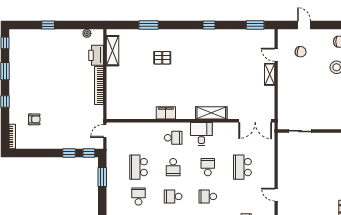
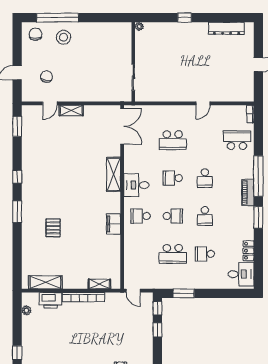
window: (149, 25) -> (17, 212), moved
shelving: (111, 100) -> (99, 284), added
school desk: (173, 138) -> (141, 216), turned -90

